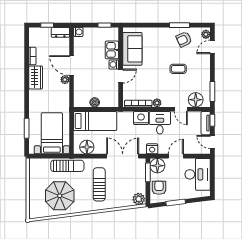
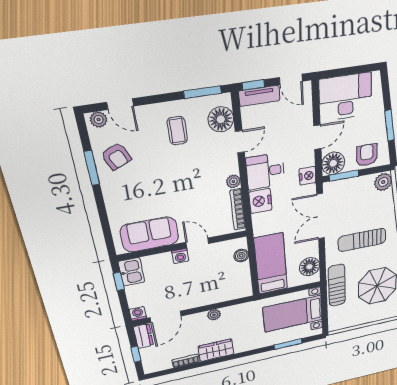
kitchen sink: (112, 50) -> (132, 272), moved, turned -90
door: (71, 65) -> (166, 317), moved
coffee table: (178, 69) -> (177, 131), moved
boiler: (95, 102) -> (241, 256), moved
door: (212, 142) -> (291, 79), hinge flipped
door: (176, 156) -> (317, 137), swing flipped
armchair: (159, 188) -> (367, 155), turned 90

